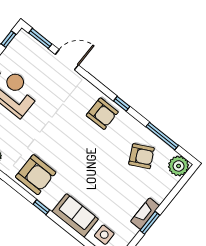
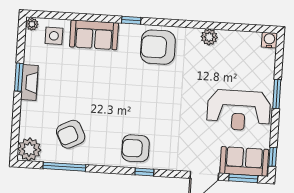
sofa: (31, 50) -> (244, 161), added
window: (122, 104) -> (144, 172), moved

